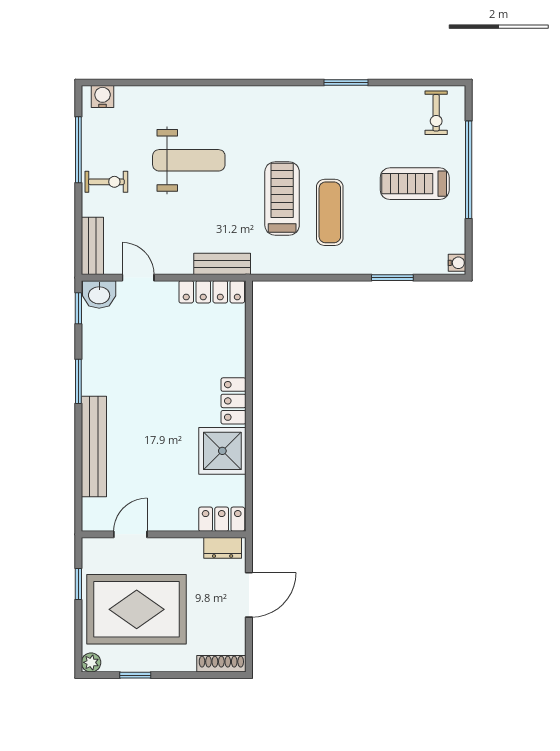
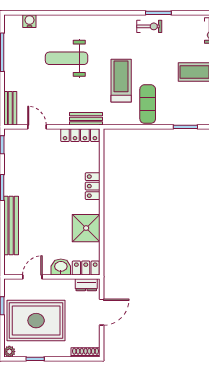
water cooler: (103, 97) -> (29, 21), moved
weight bench: (189, 160) -> (67, 58), turned 180
exercise bike: (106, 182) -> (149, 26), moved
exercise mat: (330, 212) -> (148, 104), moved
washbasin: (99, 294) -> (61, 267), moved, turned 180
locker: (233, 401) -> (93, 186), moved

